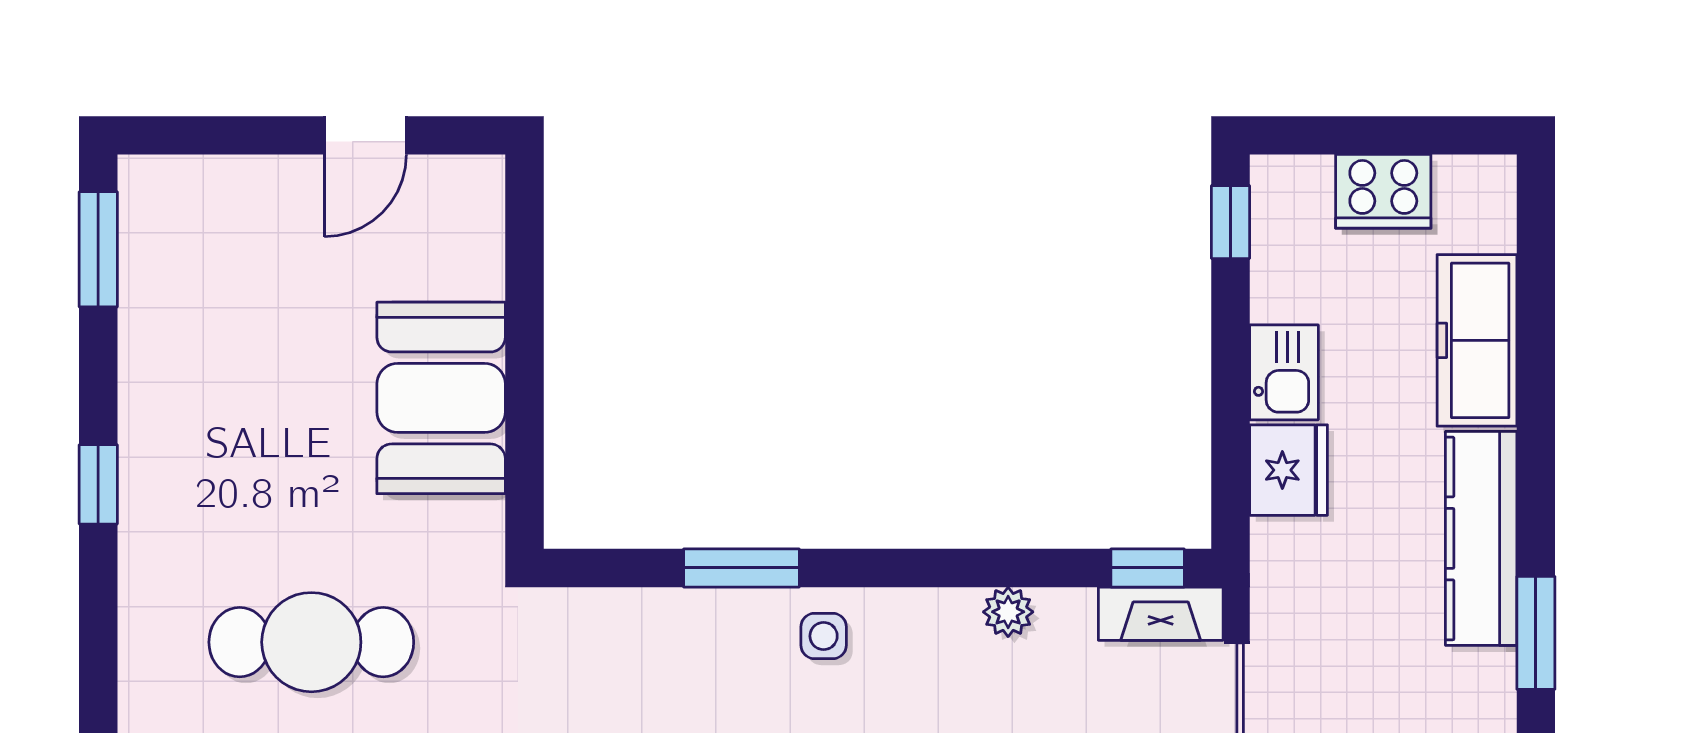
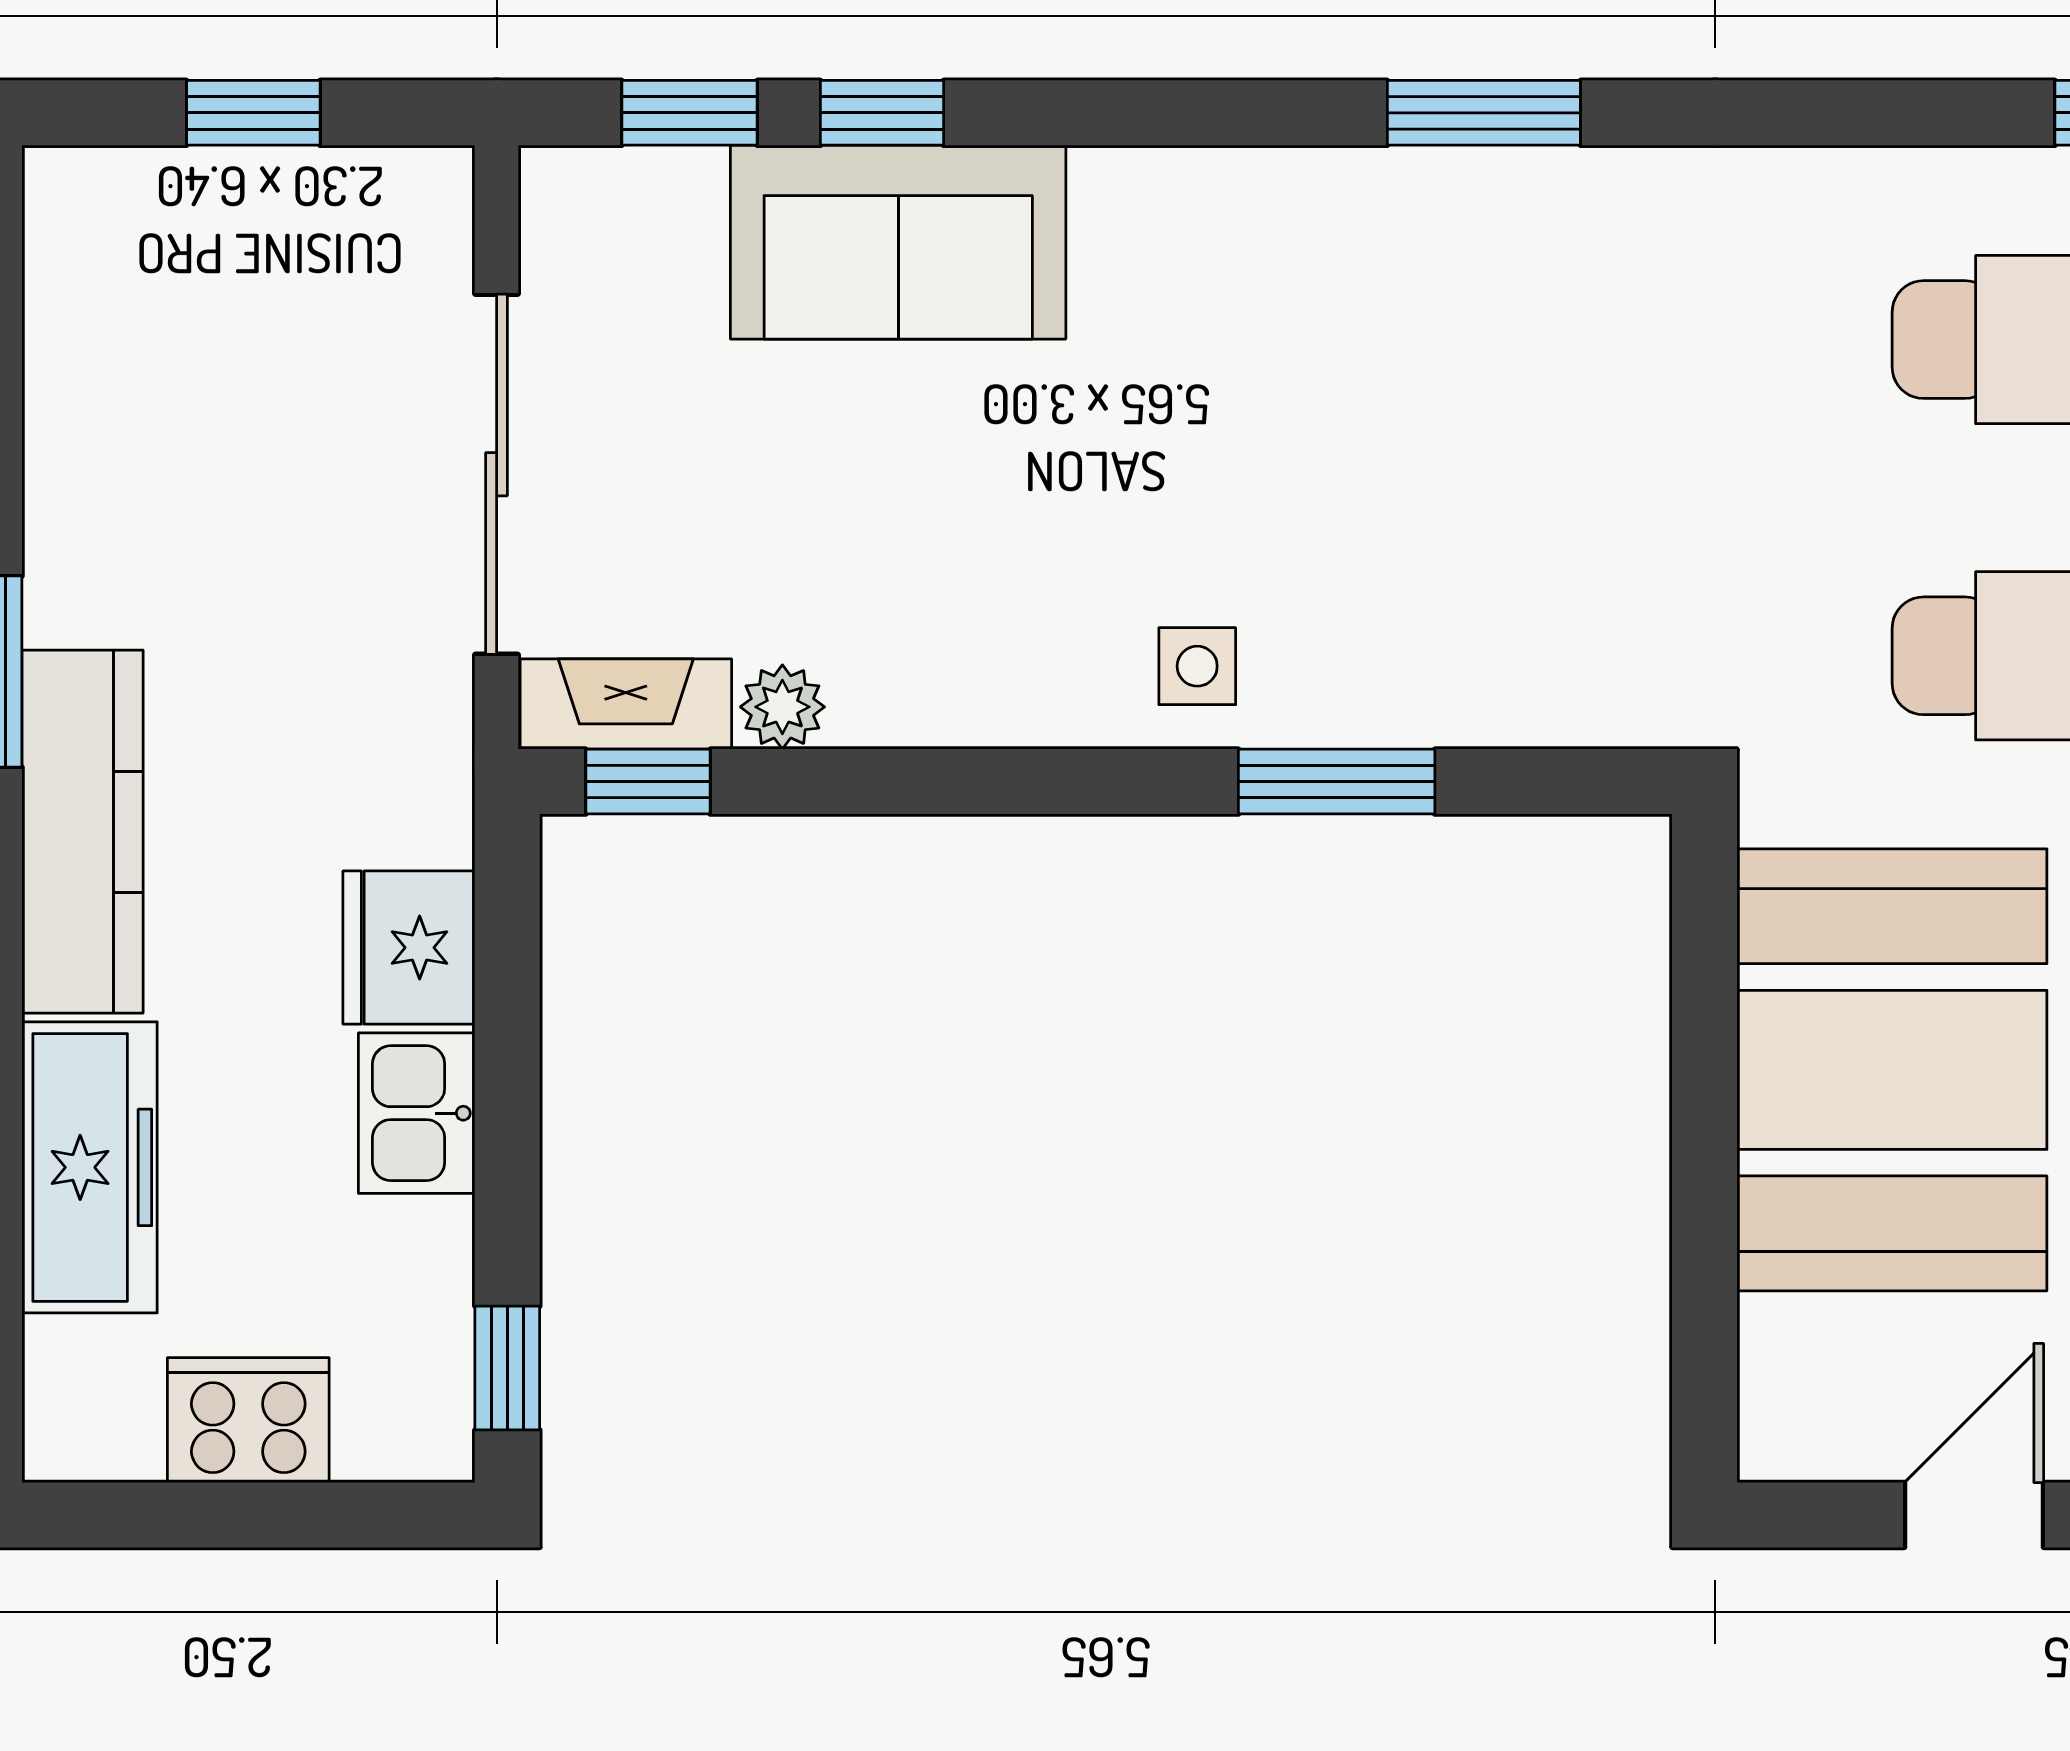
booth: (441, 398) -> (1892, 1070), width x1.36, depth x1.42
plant: (1008, 612) -> (782, 707), moved

